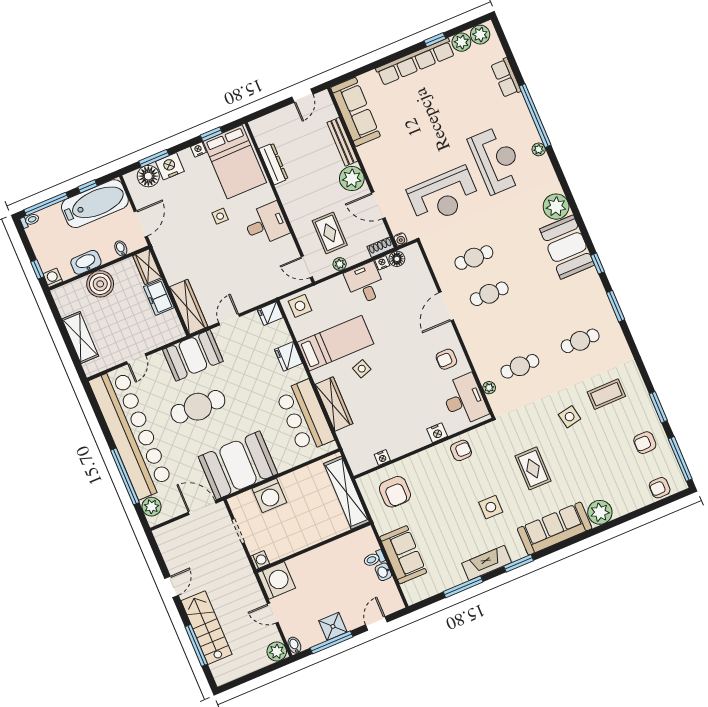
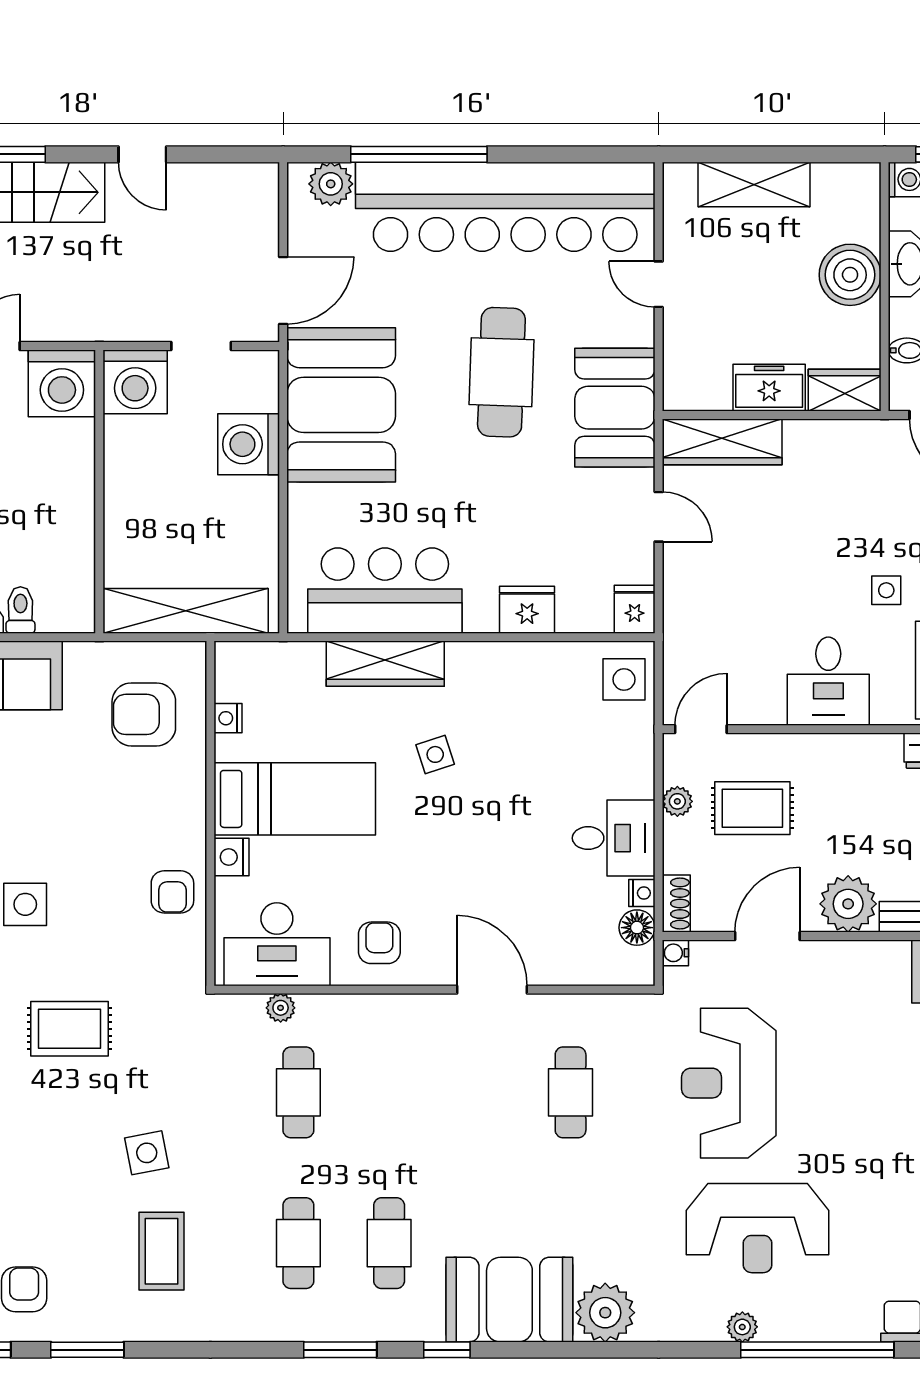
cafe table: (489, 294) -> (389, 1243), moved
bed: (335, 343) -> (295, 799), moved, turned -90
washing machine: (260, 560) -> (135, 382), width x1.89, depth x1.89

